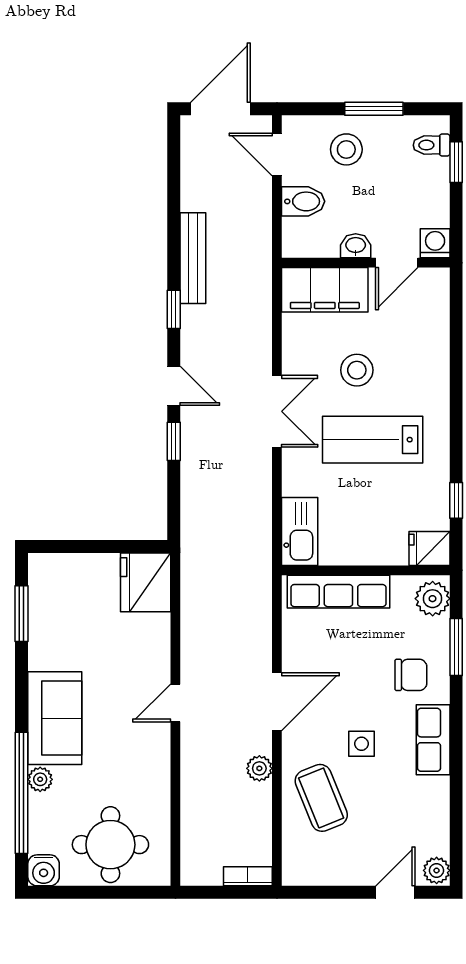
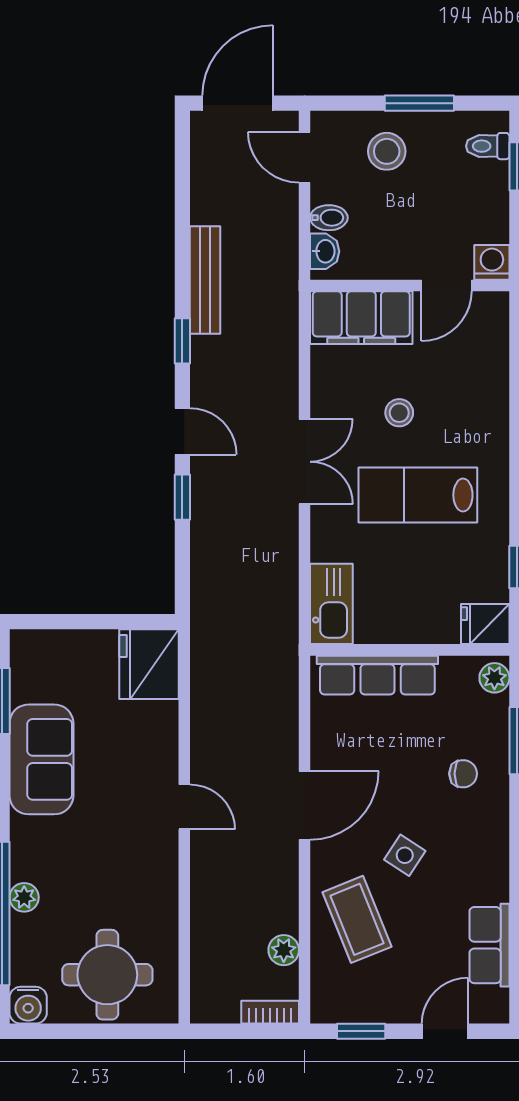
bidet: (303, 201) -> (329, 218), width x0.72, depth x0.74
washbasin: (356, 246) -> (325, 251), moved, turned 90
stool: (357, 370) -> (399, 413), width x0.73, depth x0.73
plant: (433, 599) -> (494, 678), width x0.73, depth x0.73
chair: (411, 675) -> (463, 774), width x0.73, depth x0.73
door: (175, 703) -> (184, 807), swing flipped
sofa: (55, 718) -> (41, 759), moved
row of seats: (433, 740) -> (489, 945), moved
side table: (361, 744) -> (405, 855), turned 33
plant: (259, 768) -> (284, 950), moved
plant: (437, 870) -> (494, 1005), removed
window: (325, 892) -> (361, 1031), added

